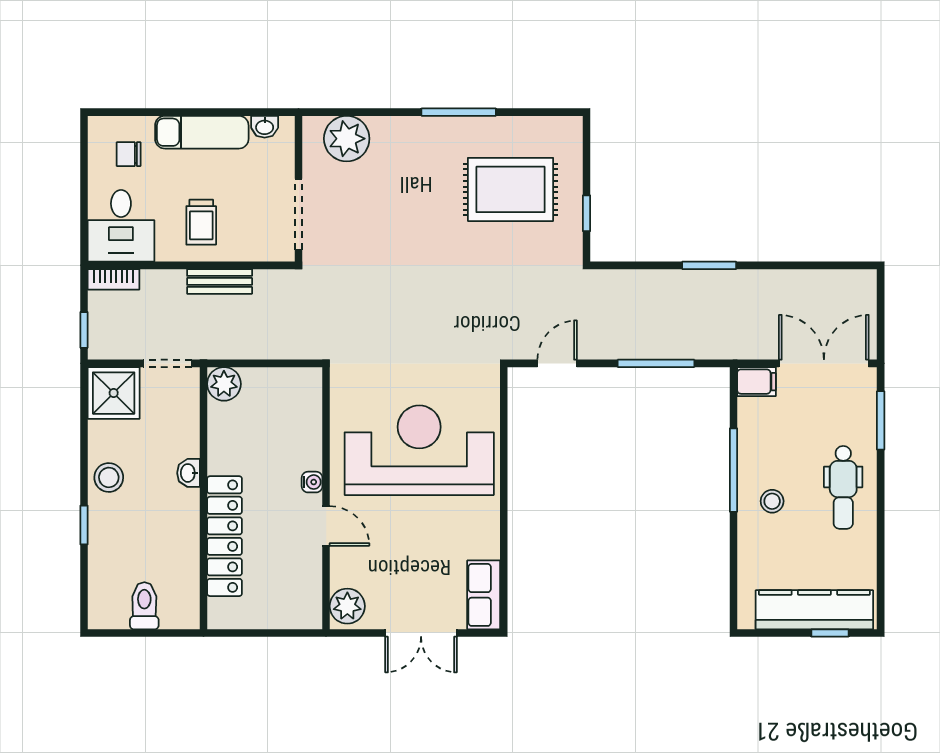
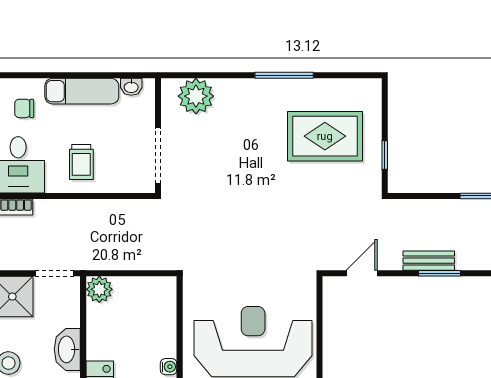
bench: (220, 281) -> (429, 261), moved
window: (656, 363) -> (440, 273), width x0.69
washbasin: (188, 473) -> (67, 349), width x1.91, depth x1.45

